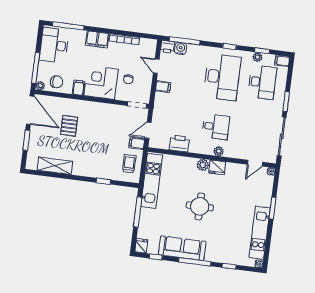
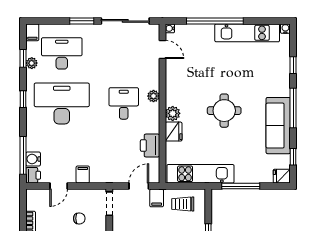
door: (148, 130) -> (139, 186), swing flipped
fridge: (217, 167) -> (174, 132), moved
window: (273, 208) -> (215, 21), width x2.11

